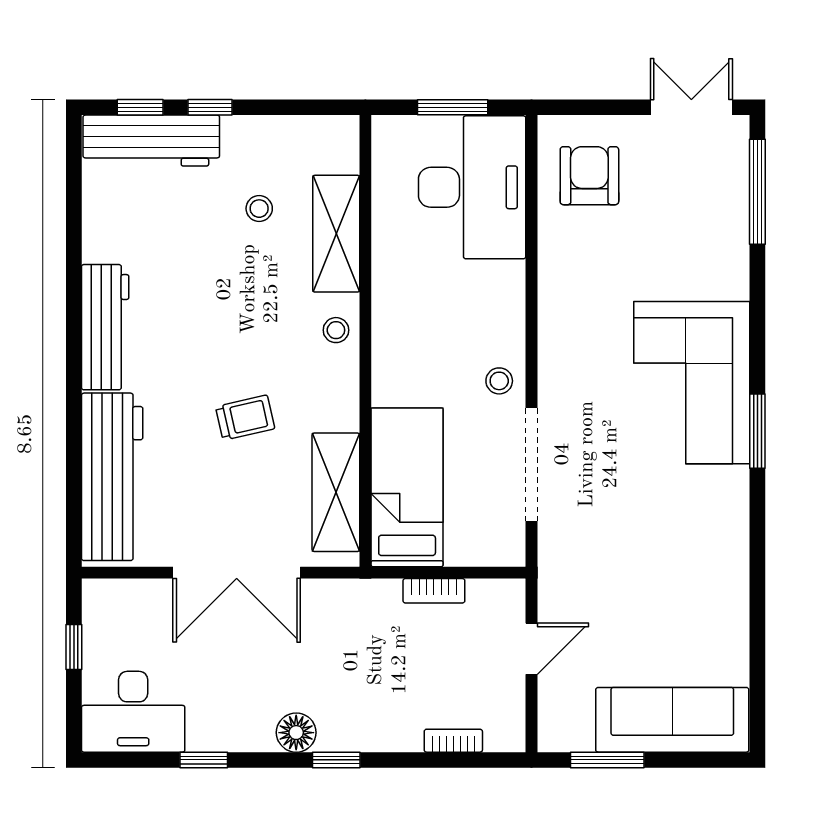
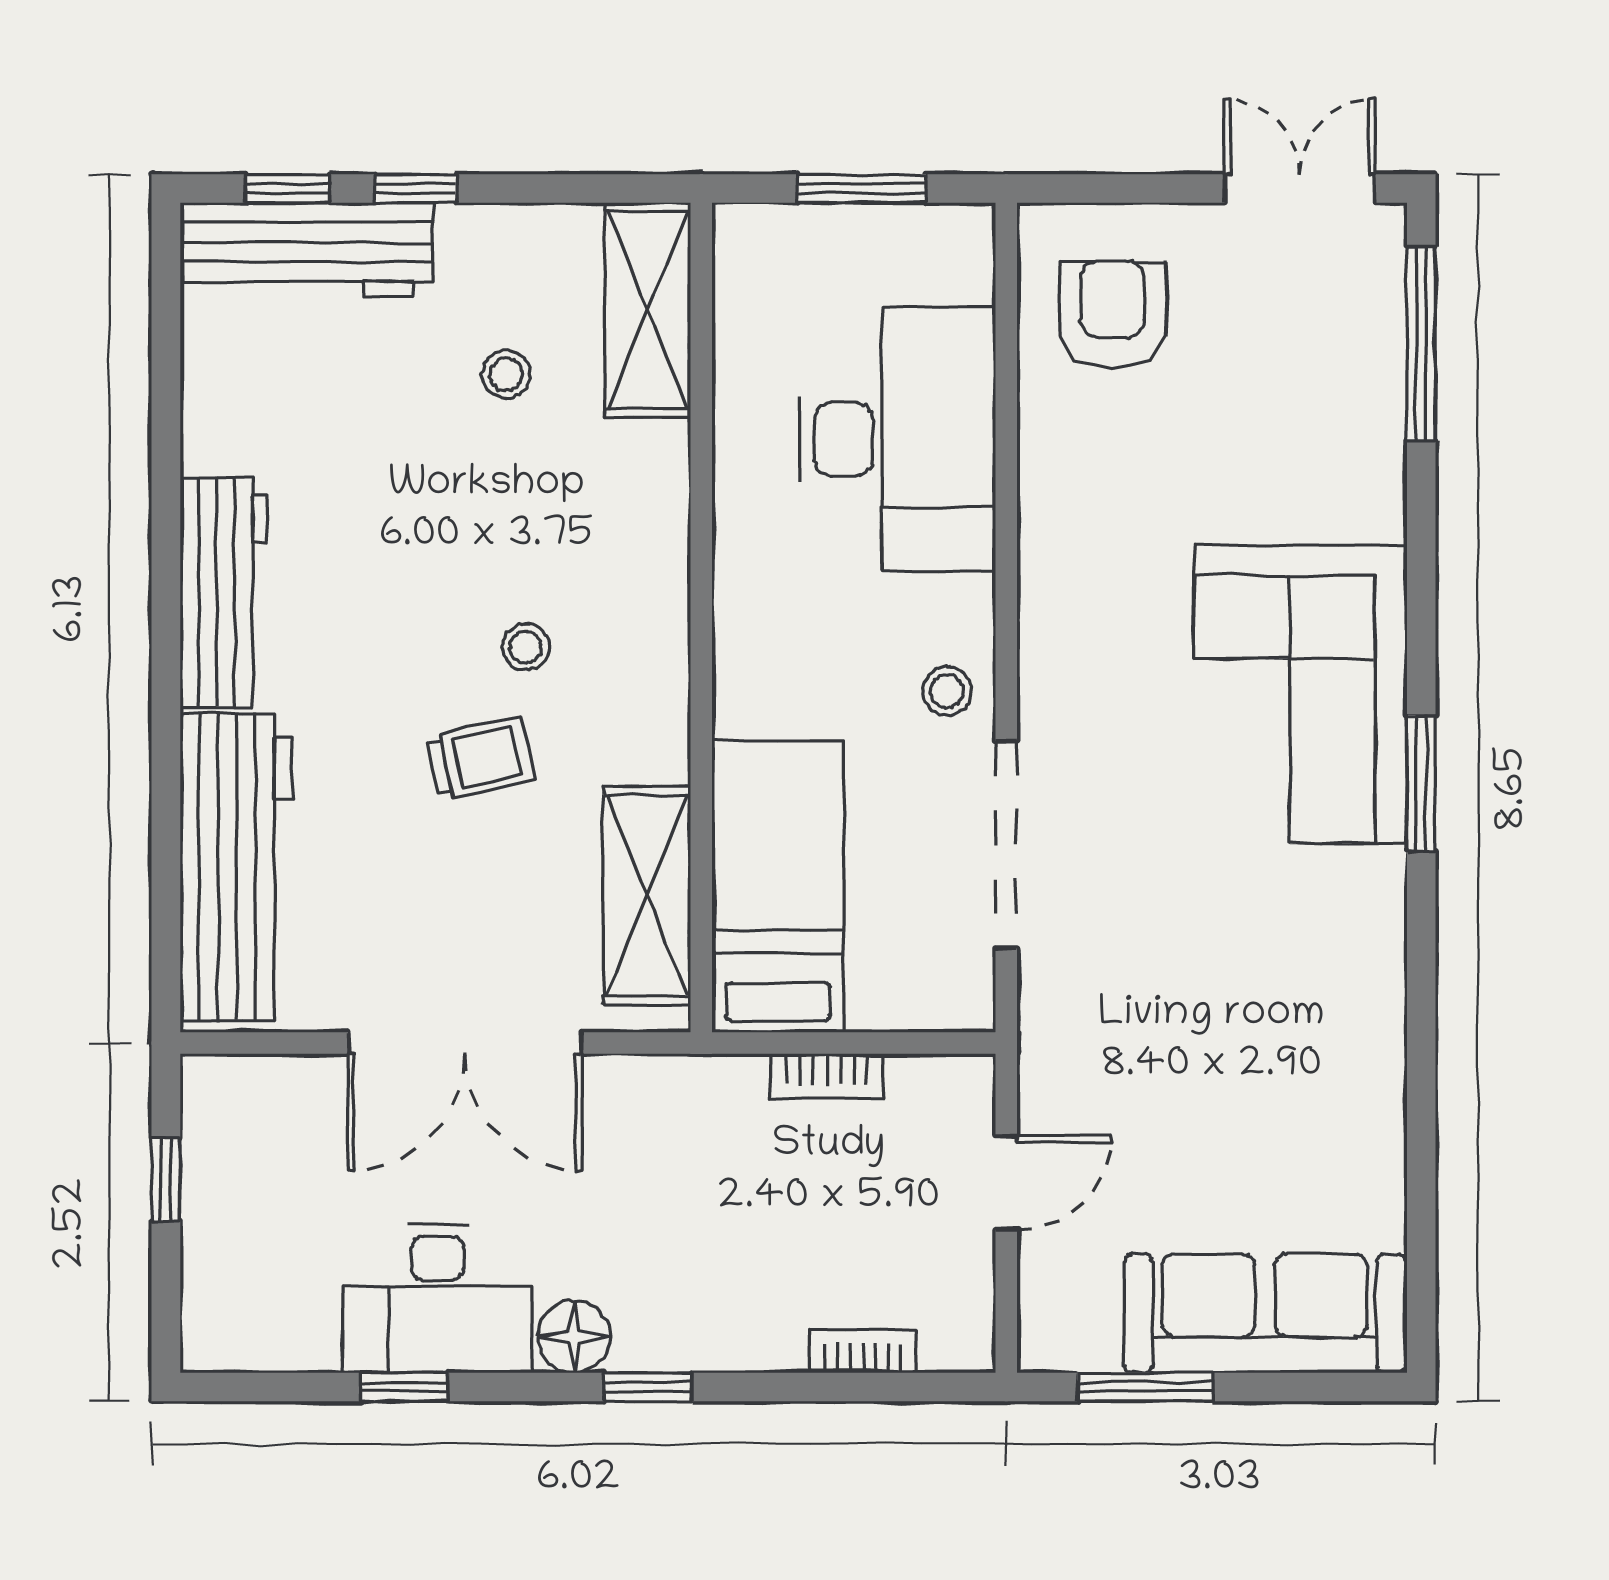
desk: (472, 187) -> (897, 439), moved
shelving: (336, 234) -> (648, 310), moved
stool: (336, 330) -> (526, 647), moved
desk: (133, 712) -> (438, 1298), moved

